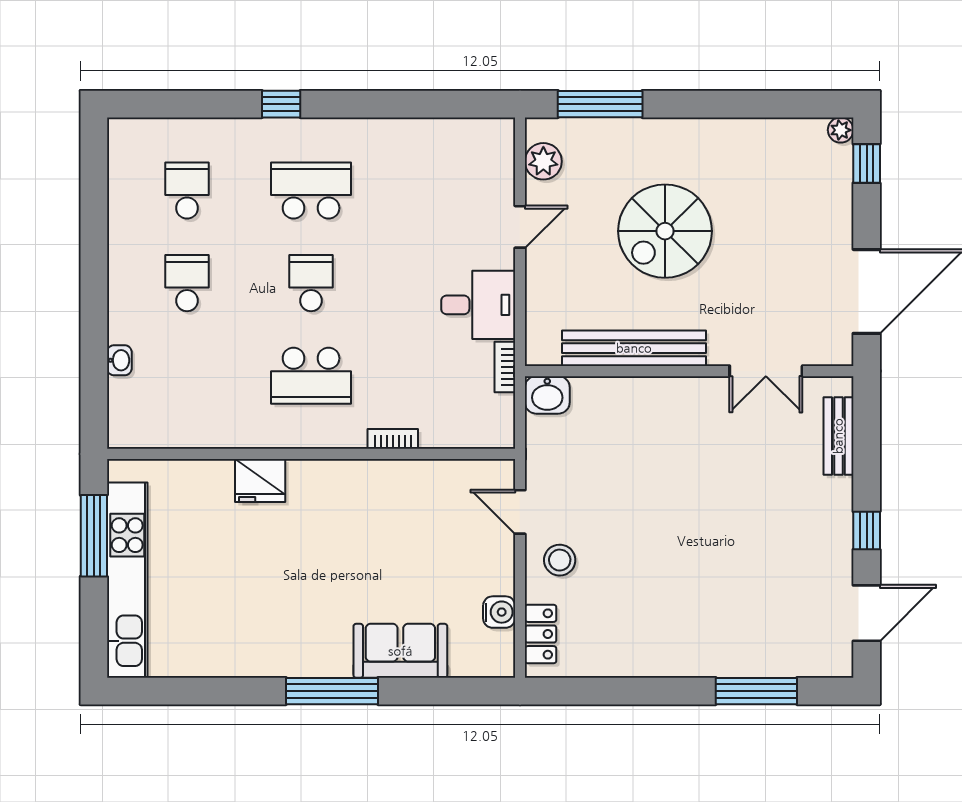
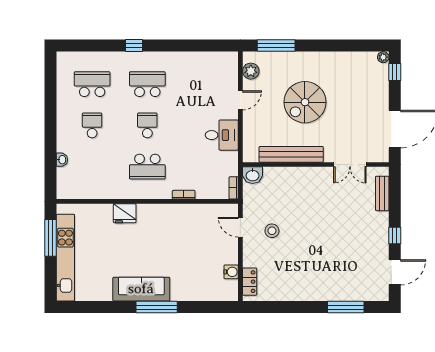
school desk: (187, 191) -> (92, 84), width x1.85
bookcase: (505, 367) -> (234, 188), moved
stool: (560, 560) -> (272, 231), moved
sofa: (400, 651) -> (141, 289), moved, width x1.36

